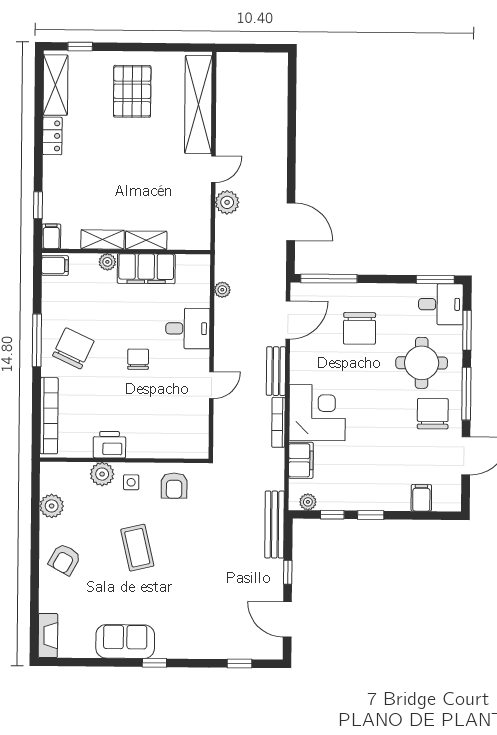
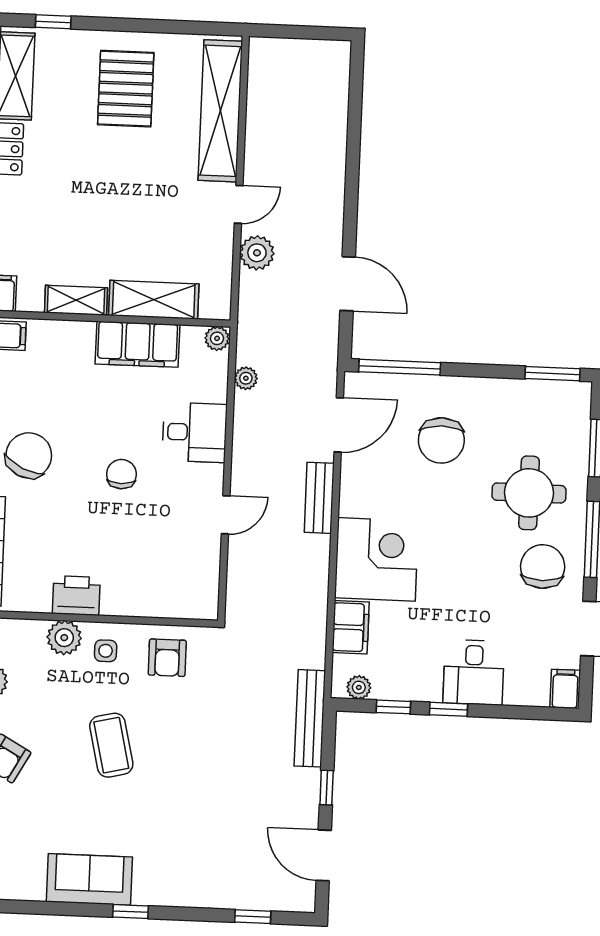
shelving: (146, 240) -> (154, 300), width x1.50, depth x1.33
plant: (107, 262) -> (217, 338), moved
desk: (441, 304) -> (474, 672), moved, turned 90
bookcase: (278, 422) -> (320, 572), removed
filing cabinet: (421, 498) -> (565, 689), moved

